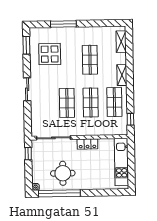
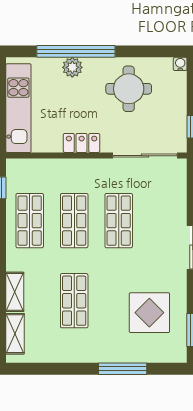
shelving: (122, 75) -> (15, 292), moved
plant: (93, 184) -> (72, 67), added
window: (59, 193) -> (76, 51), moved

